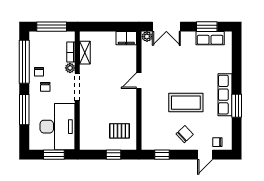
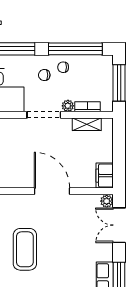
door: (139, 81) -> (52, 191), width x1.88

